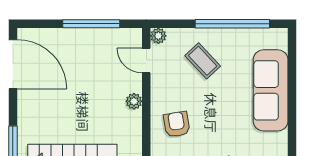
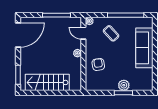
door: (13, 64) -> (18, 35), hinge flipped

